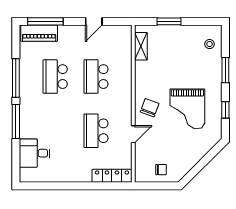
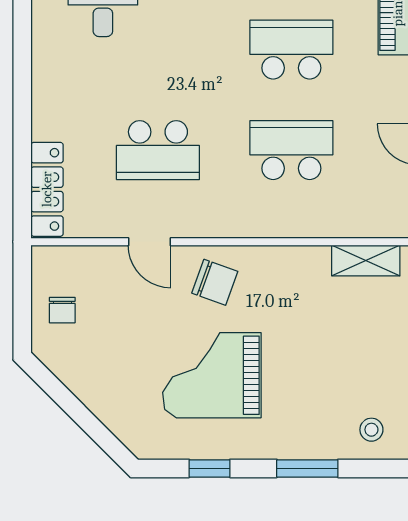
school desk: (96, 131) -> (158, 150), turned 180

